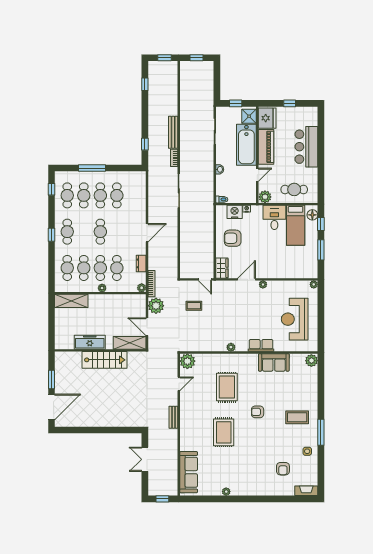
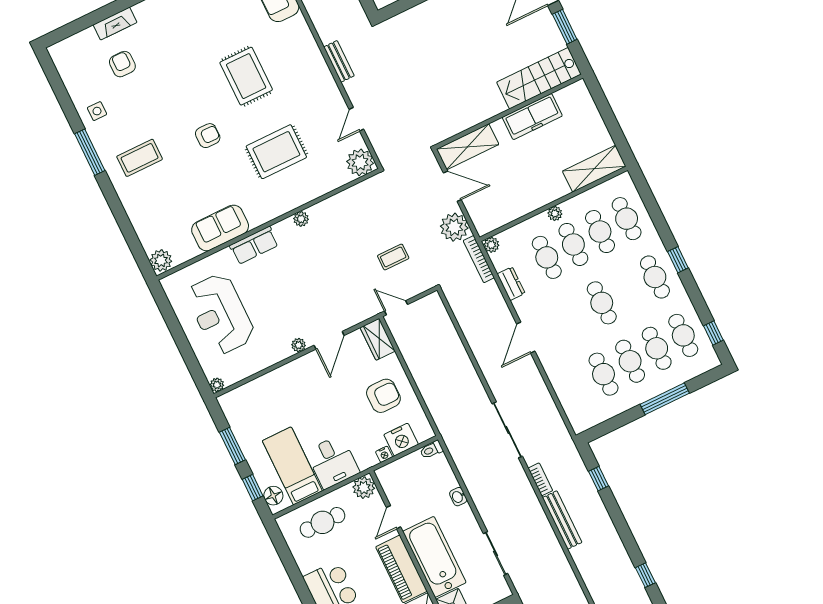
reception desk: (295, 319) -> (220, 314), turned 180
stairs: (105, 360) -> (539, 78), moved
rug: (227, 387) -> (276, 152), turned 90
fireplace: (306, 491) -> (115, 24), moved

